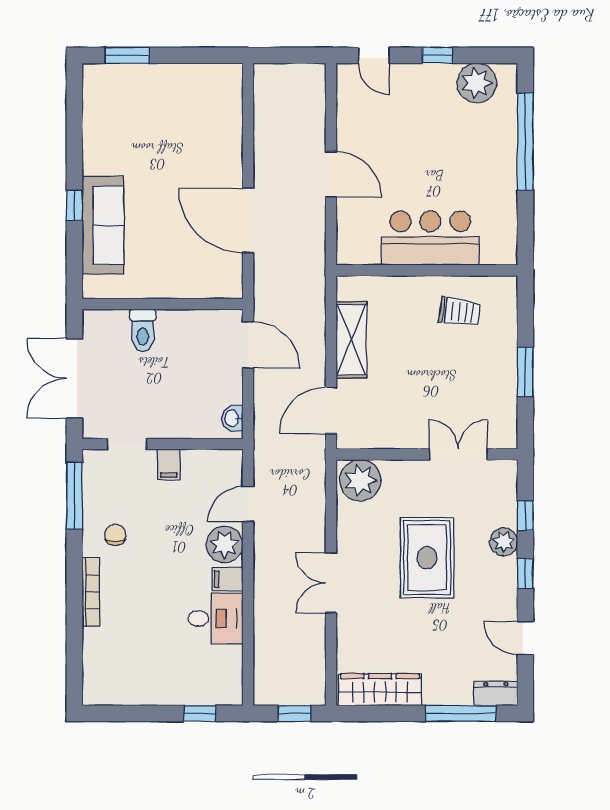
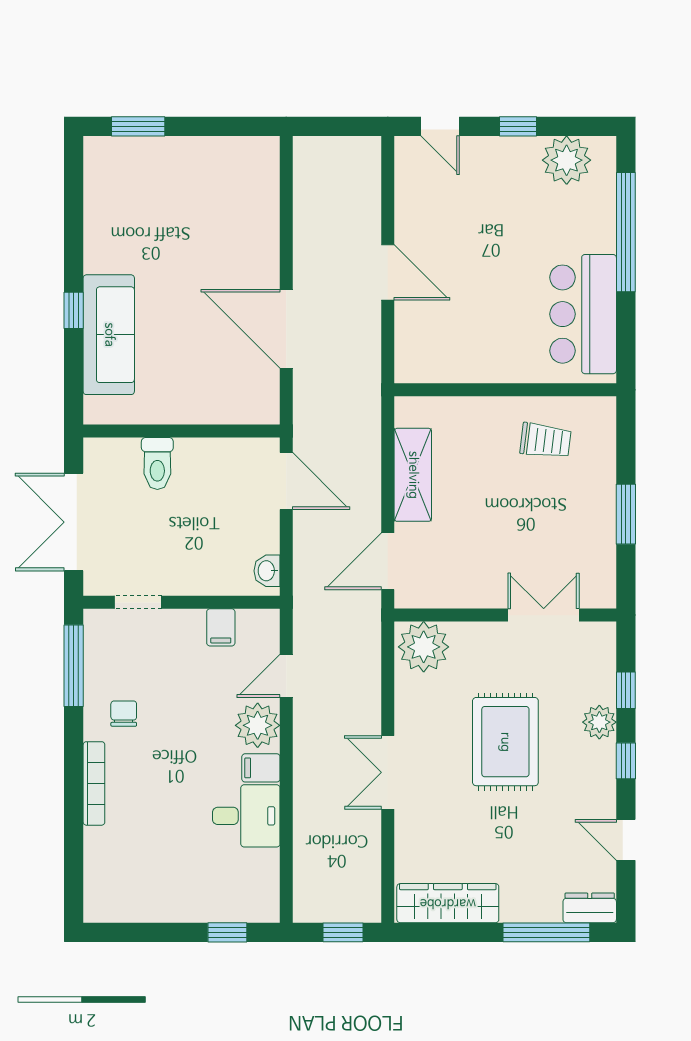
bar counter: (430, 238) -> (583, 314), moved, turned -90
filing cabinet: (169, 464) -> (221, 627), moved

